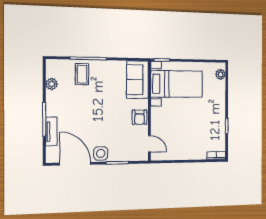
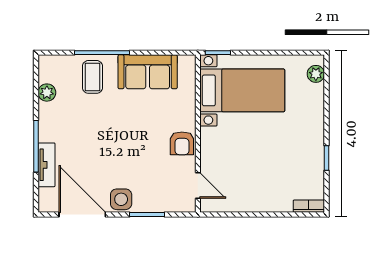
sofa: (137, 80) -> (148, 72), moved, turned -90

